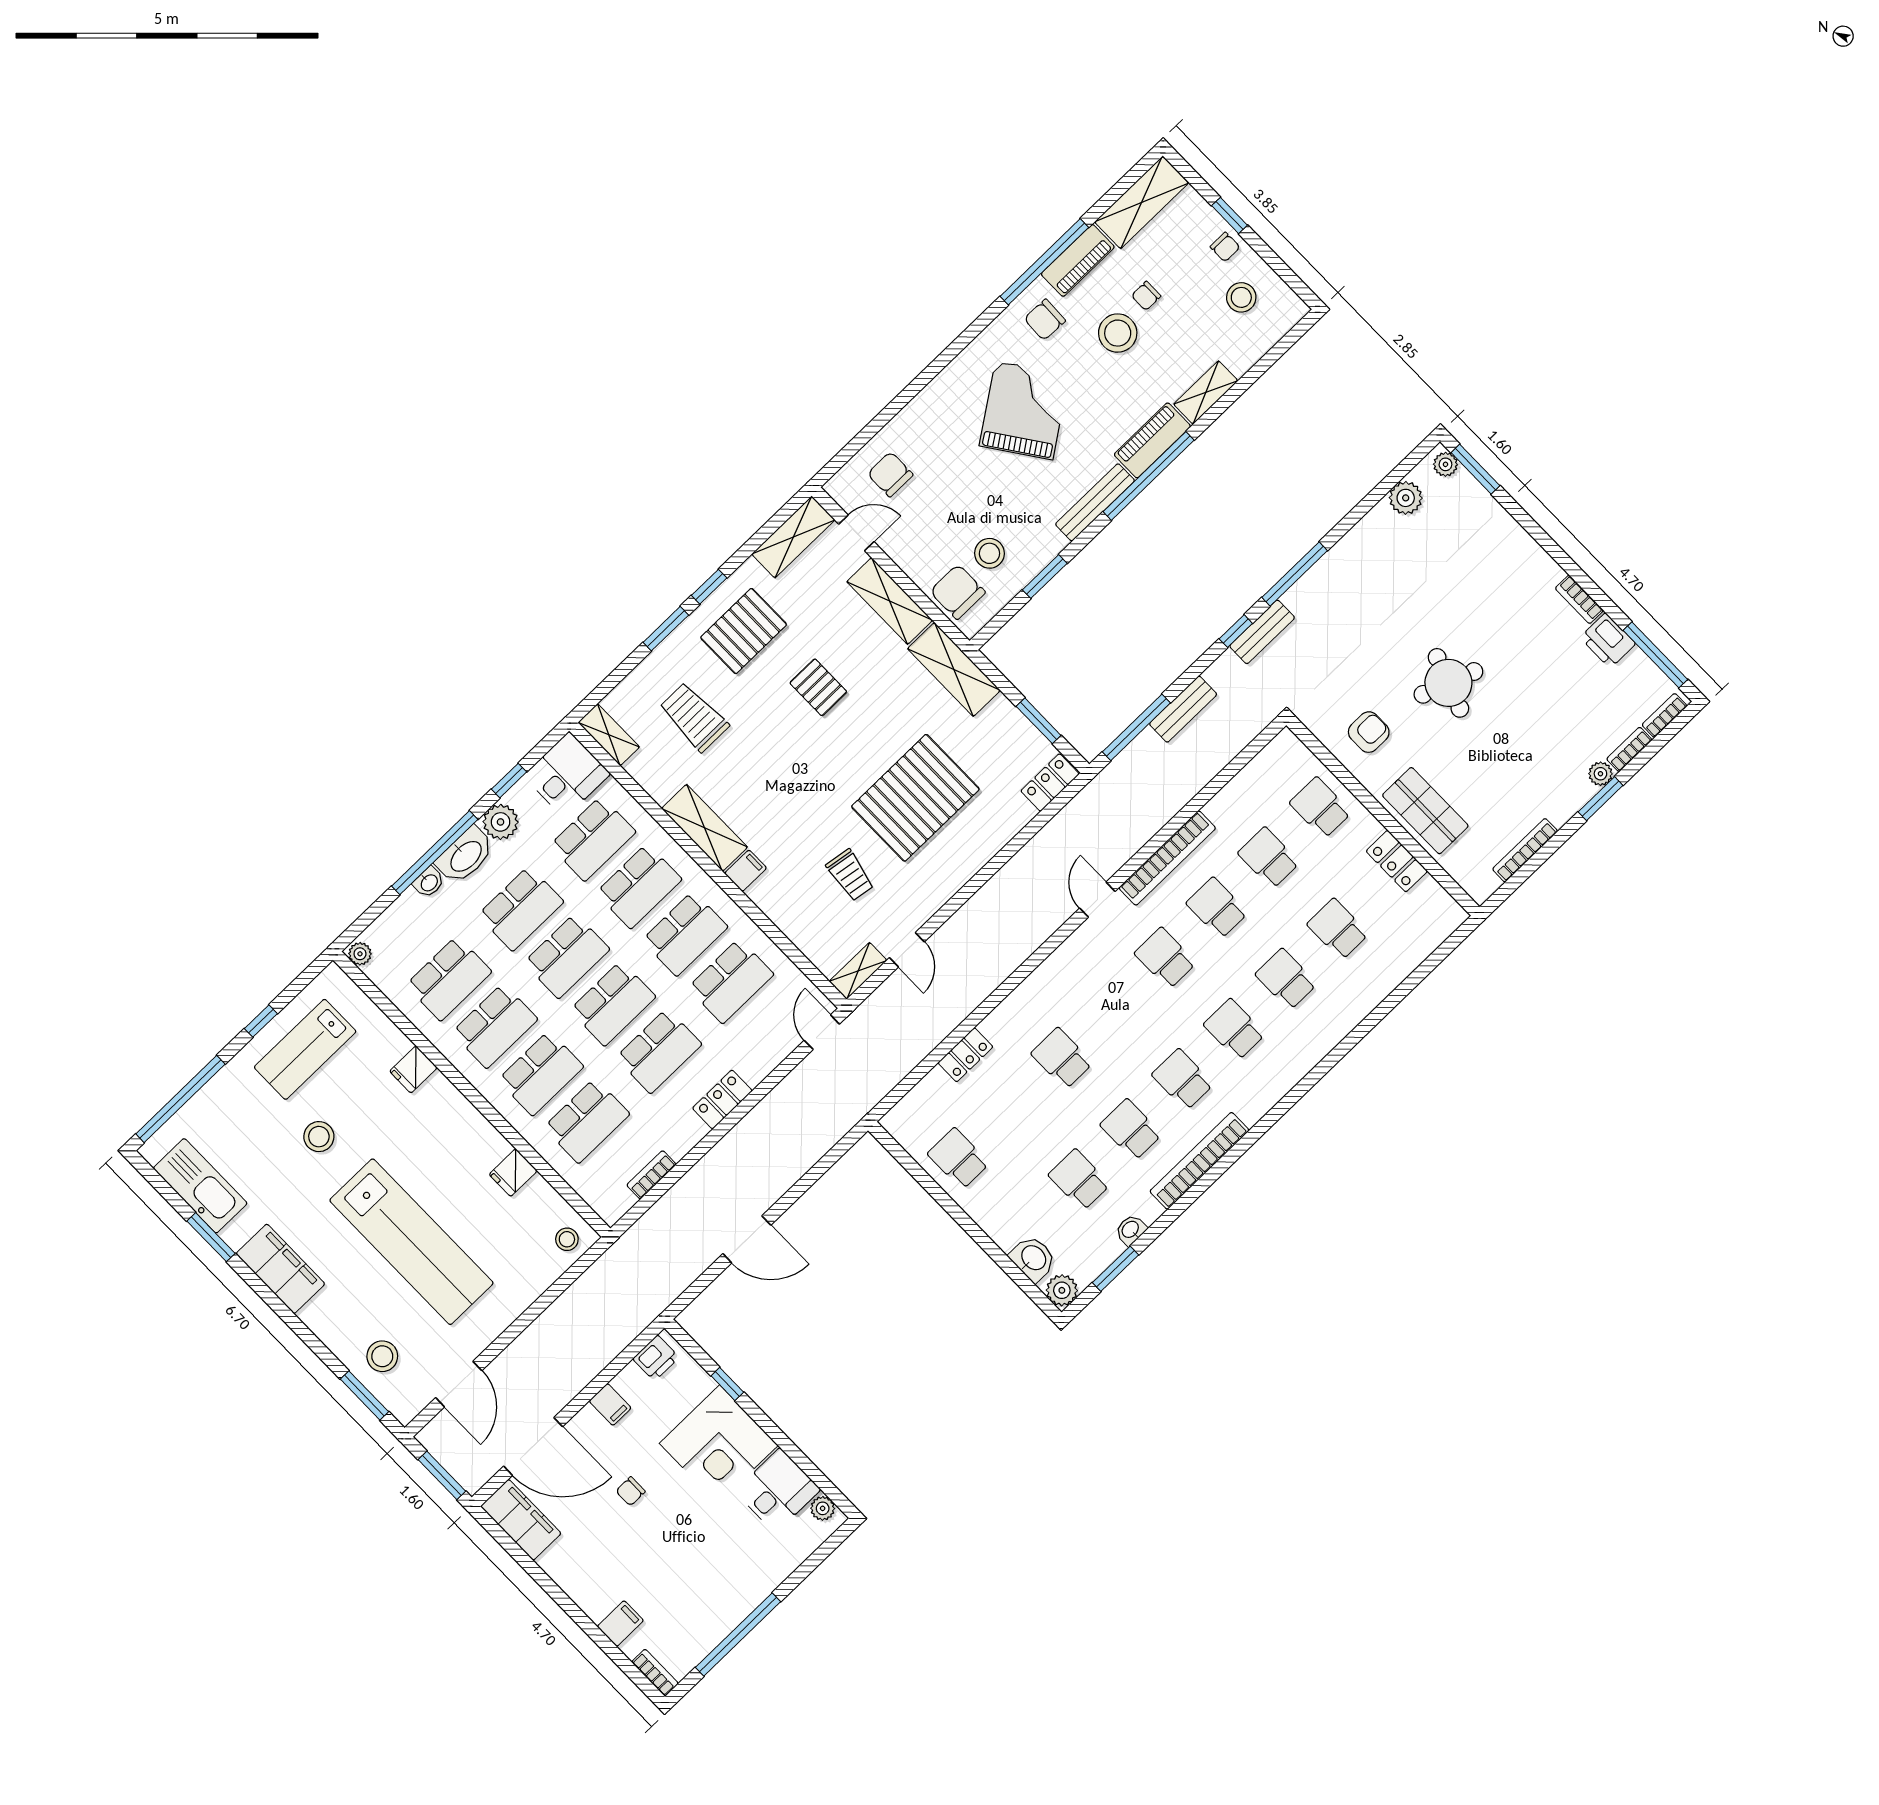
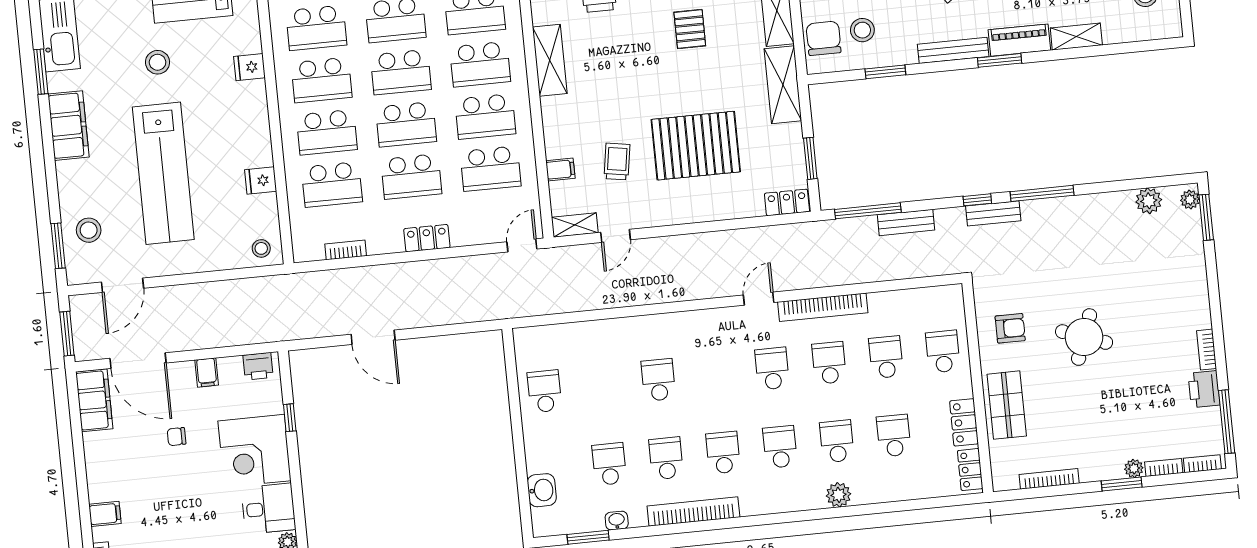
window: (1149, 476) -> (1000, 60), width x0.47
filing cabinet: (746, 871) -> (560, 170), moved
trolley: (850, 875) -> (617, 162), turned 180
locker: (965, 1055) -> (970, 470), moved, turned 90
plant: (1062, 1290) -> (839, 495), moved

